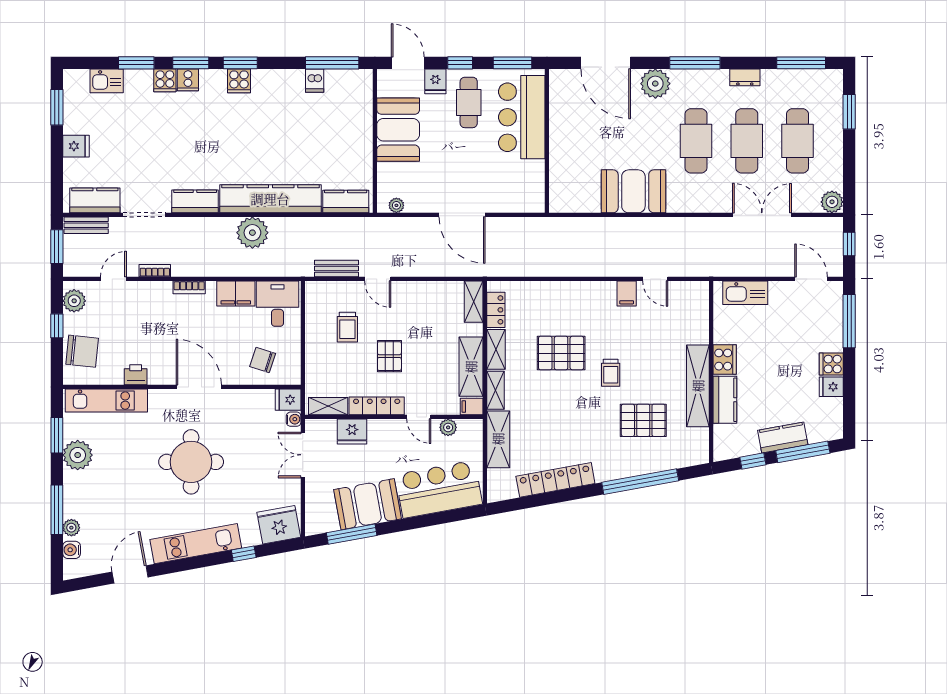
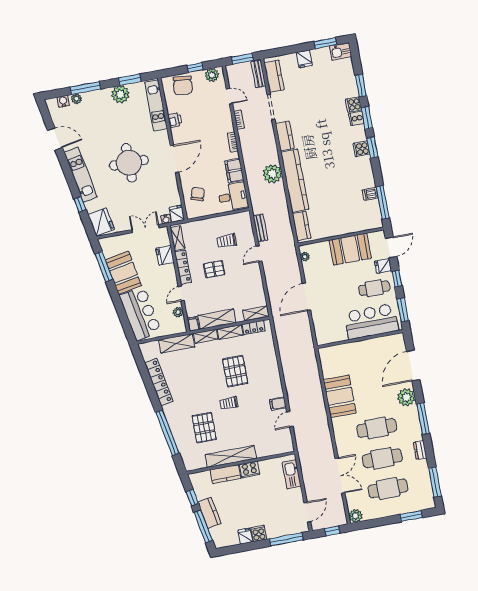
kitchen sink: (107, 81) -> (340, 51), moved, turned -90

